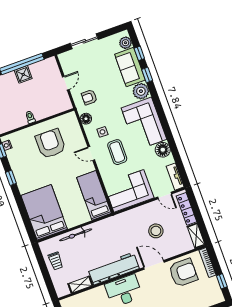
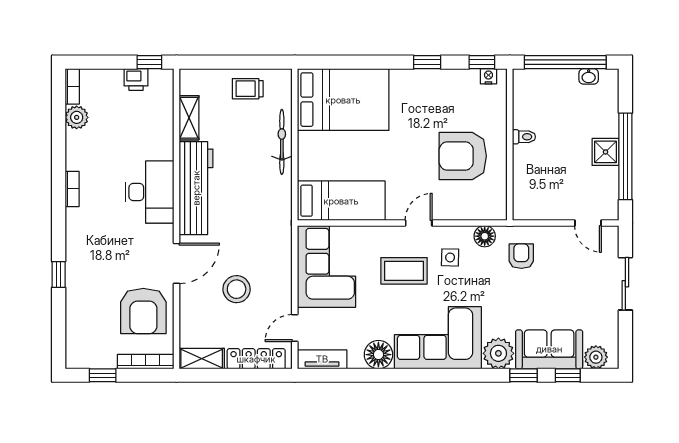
door: (66, 83) -> (588, 223), moved
armchair: (51, 144) -> (463, 156), turned 180

